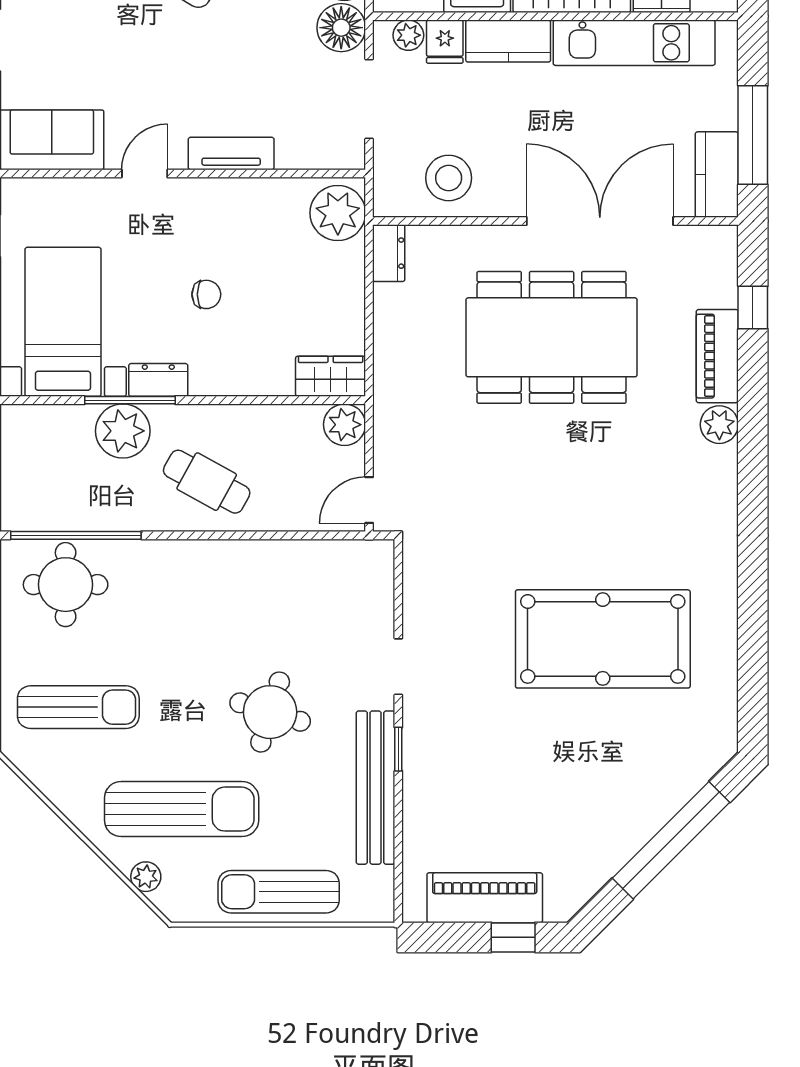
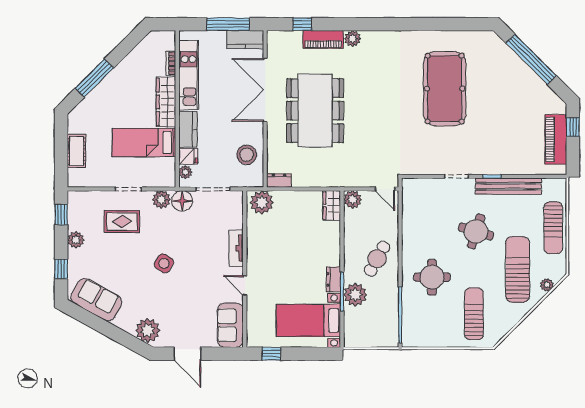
chair: (206, 294) -> (297, 259), removed
round table: (66, 585) -> (432, 277), moved

